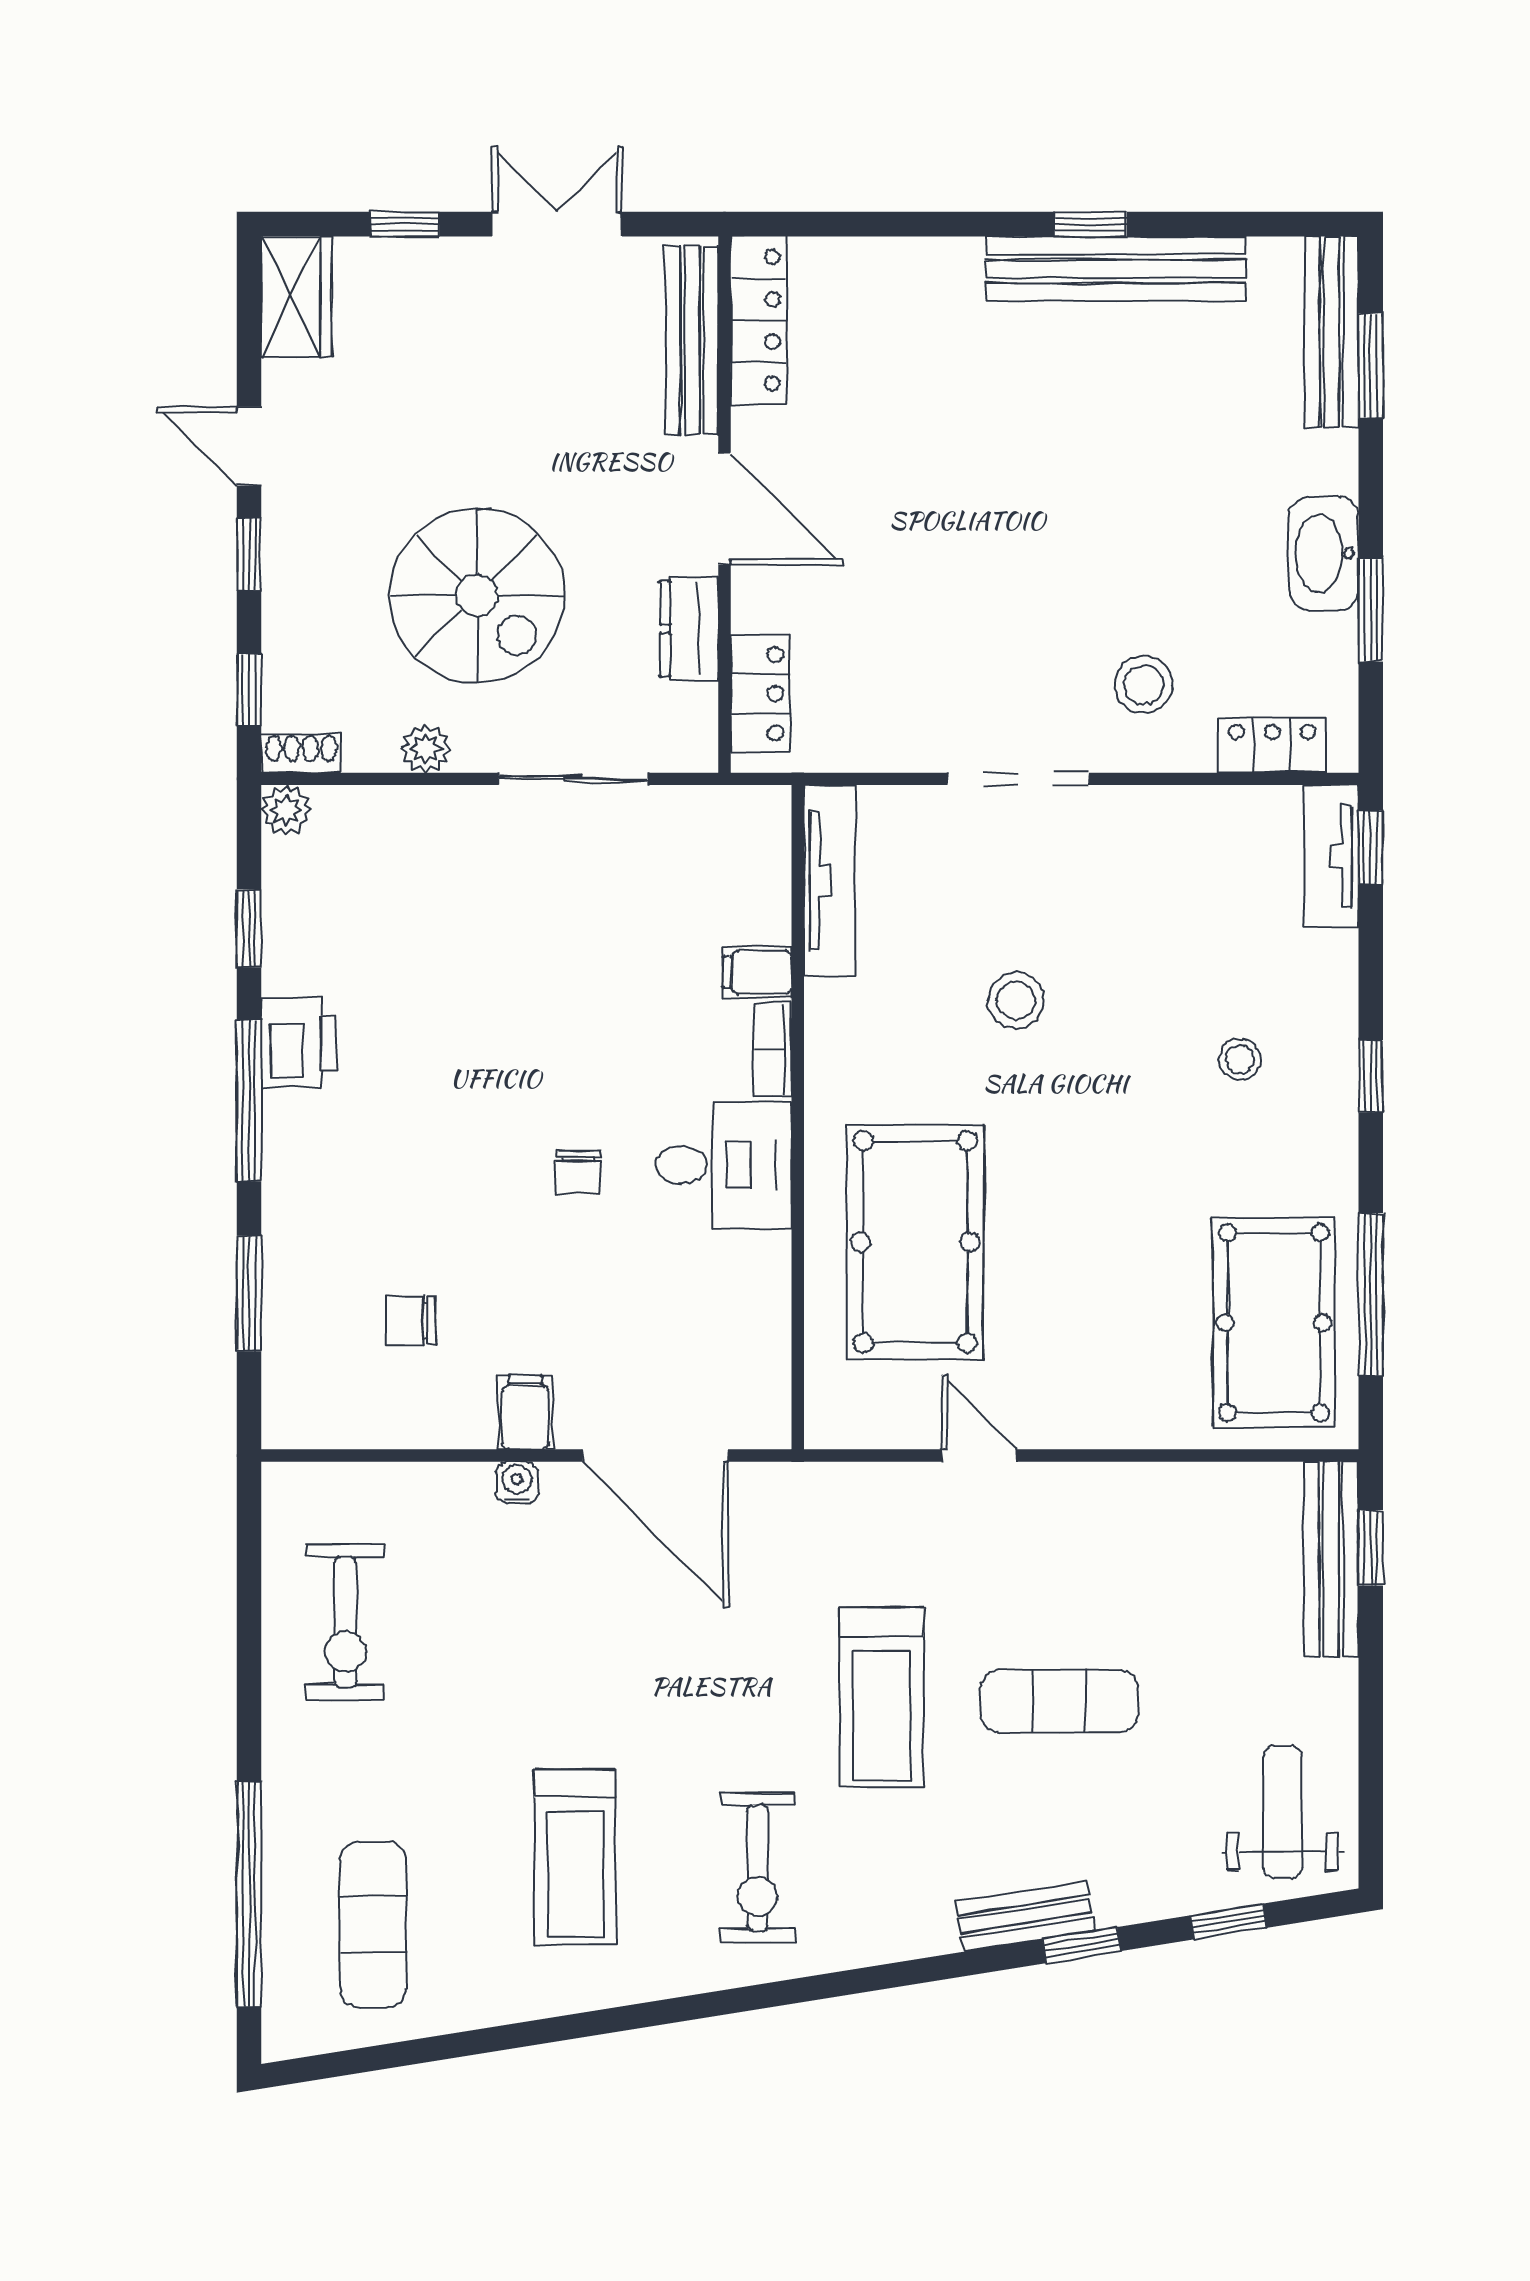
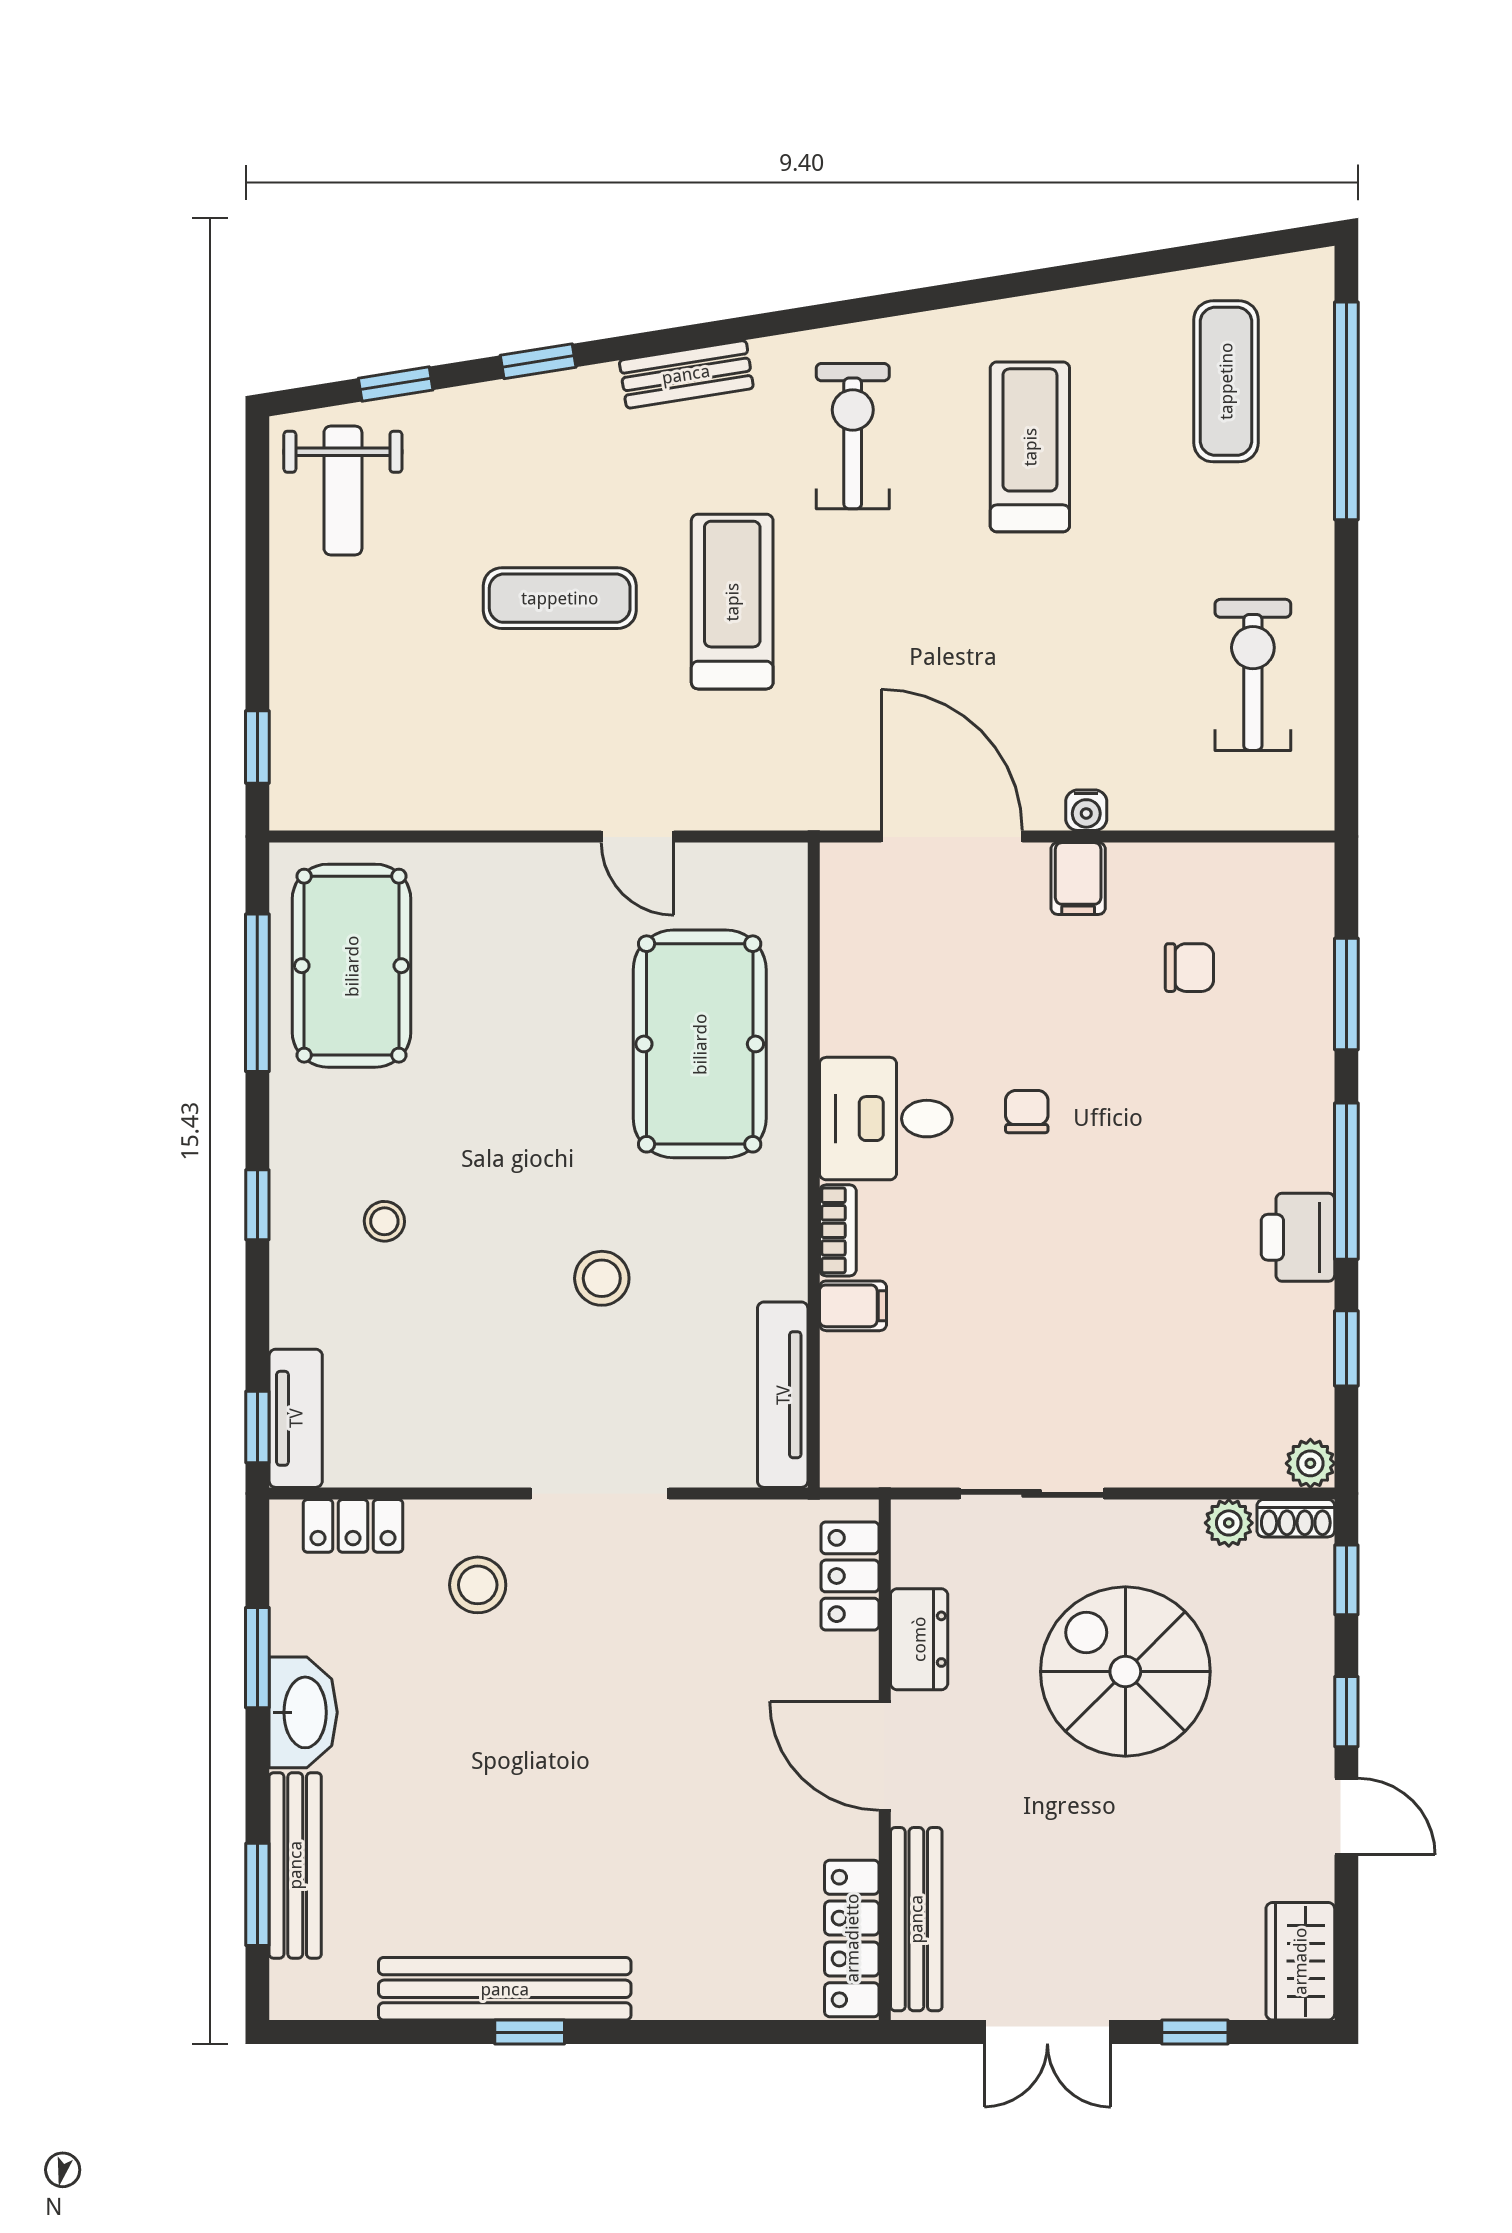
bench: (1332, 332) -> (295, 1865), moved
plant: (425, 749) -> (1229, 1523), moved
bench: (1331, 1559) -> (296, 736), removed
bench: (1025, 1916) -> (686, 374), moved

